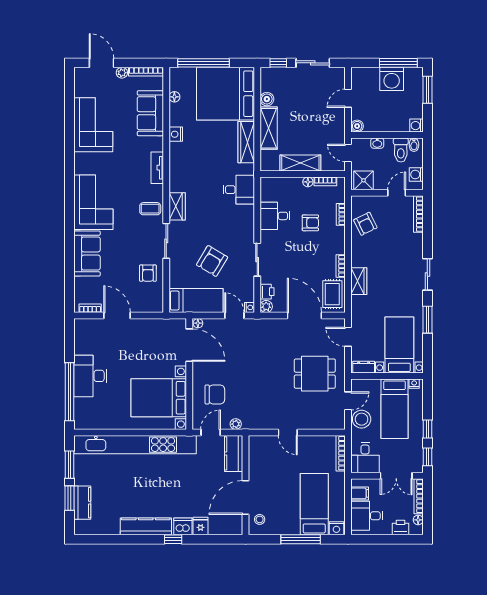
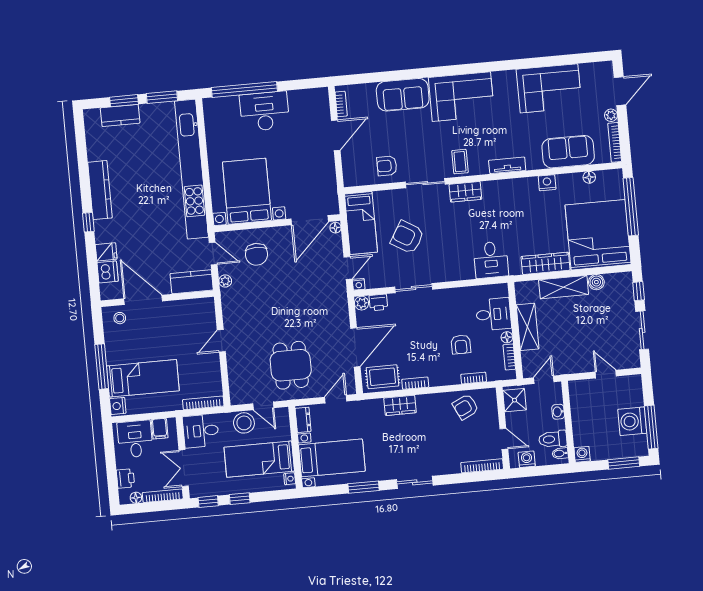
boiler: (357, 126) -> (575, 387), removed
desk: (275, 216) -> (494, 314), moved, turned 90
dishwasher: (183, 526) -> (108, 272), moved

